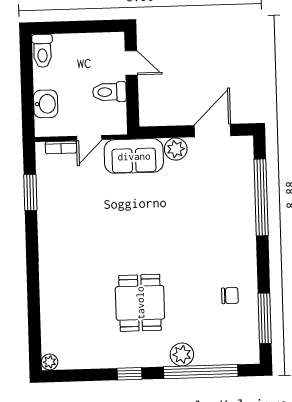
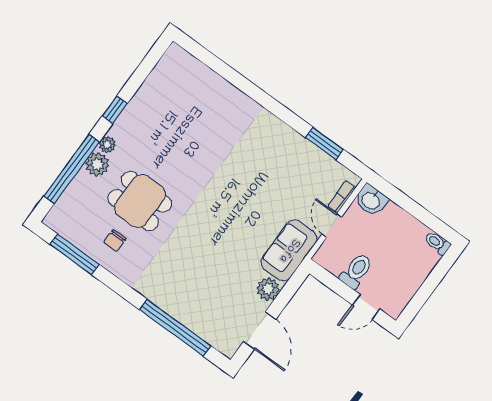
toilet: (42, 51) -> (437, 243), width x0.73, depth x0.72
washbasin: (46, 104) -> (371, 200), moved
dining table: (140, 303) -> (140, 201), moved
plant: (50, 362) -> (107, 145), moved

